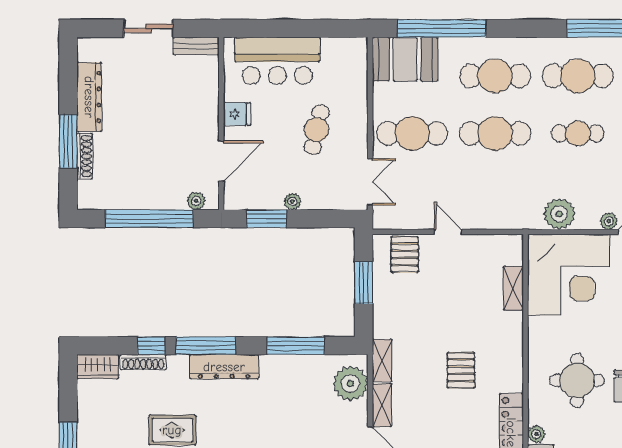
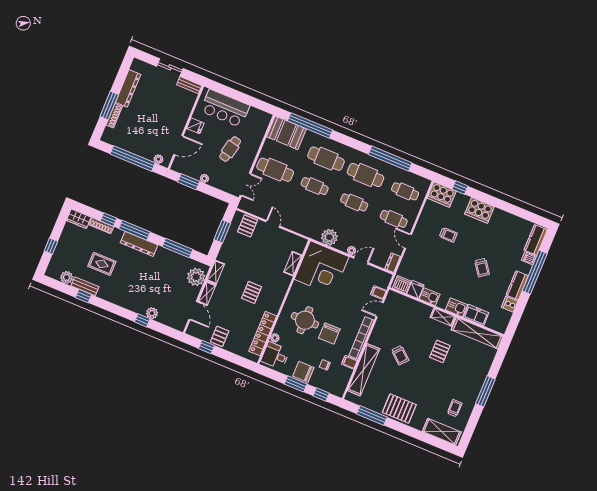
cafe table: (495, 133) -> (315, 186), width x0.73, depth x0.74

